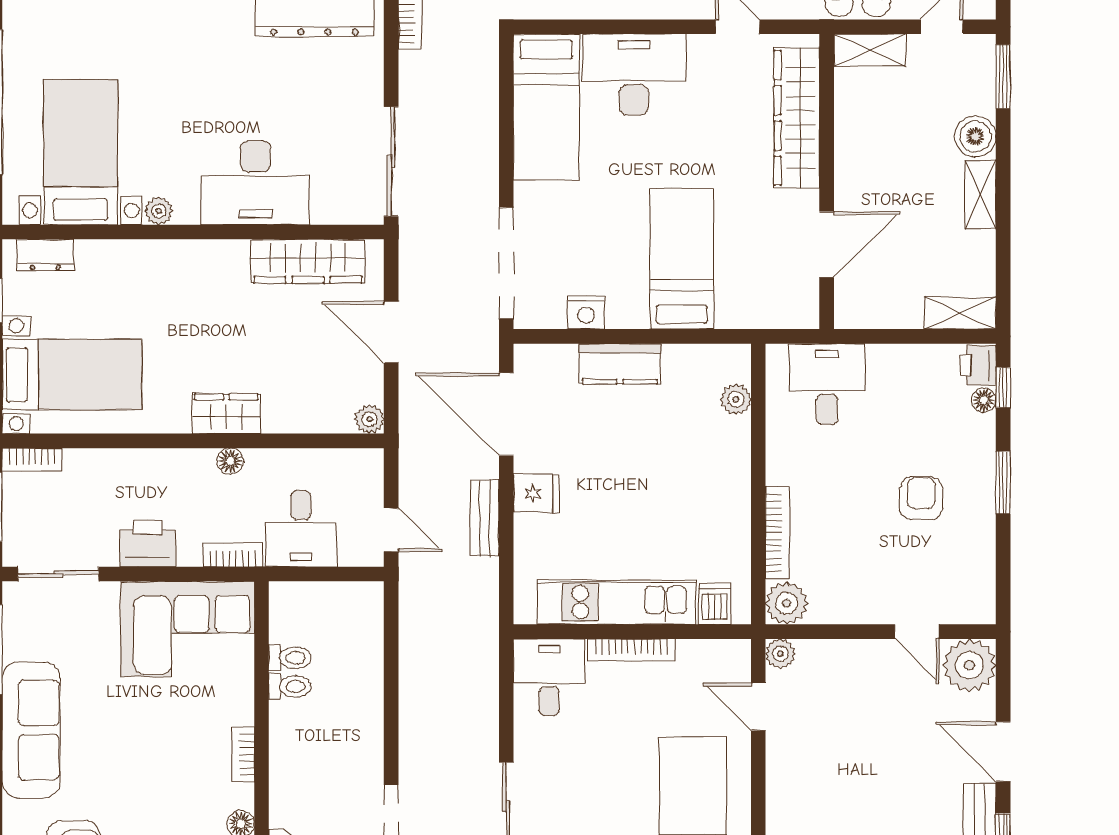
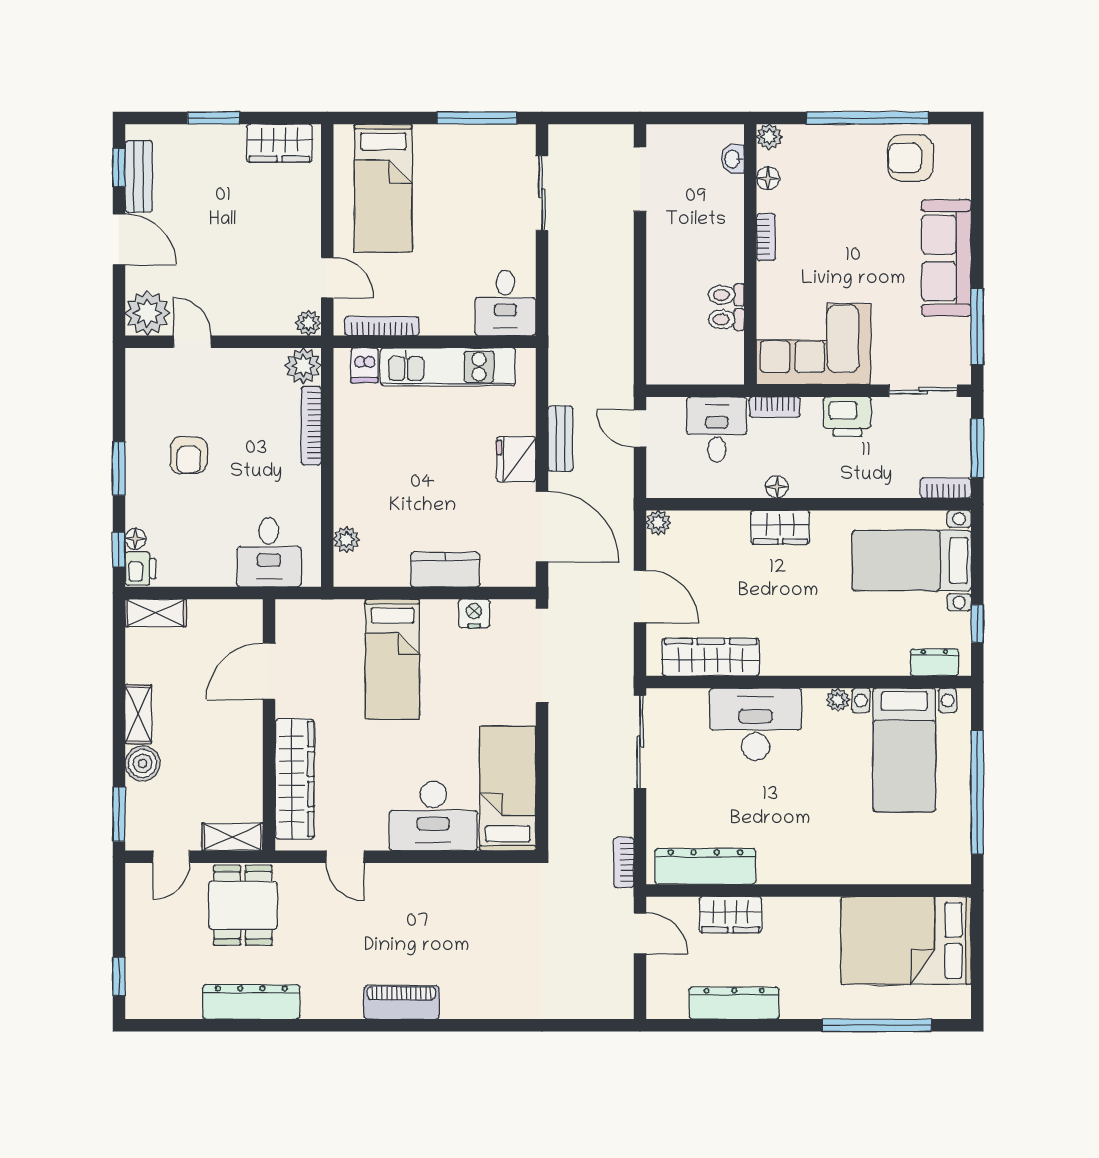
fridge: (536, 494) -> (516, 459), width x1.38
bookcase: (631, 650) -> (382, 326), moved

